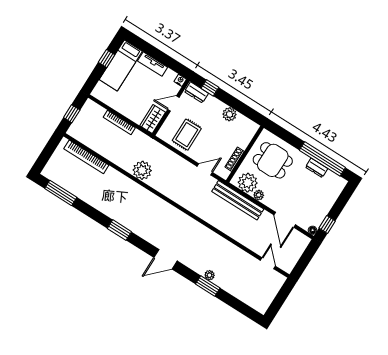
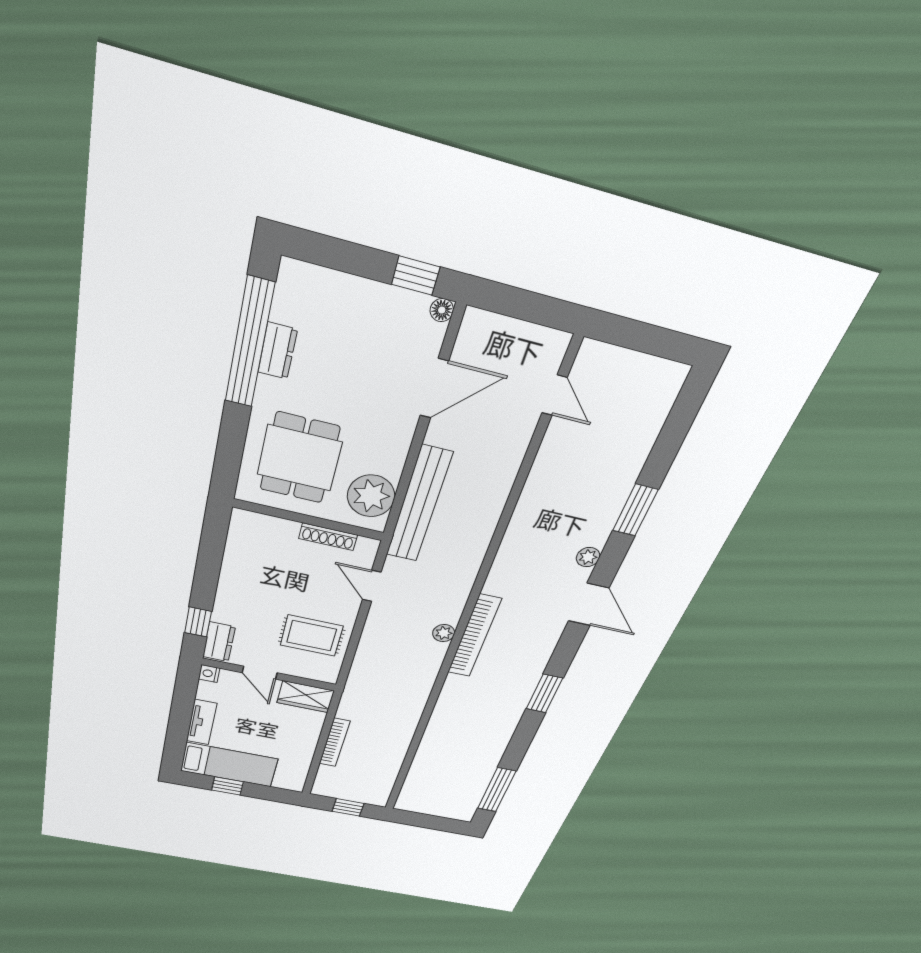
plant: (229, 114) -> (235, 573), removed
bookcase: (86, 157) -> (474, 636), moved
plant: (142, 170) -> (444, 633), moved, width x0.53, depth x0.53
plant: (259, 195) -> (392, 465), removed
door: (268, 263) -> (555, 395), swing flipped
plant: (210, 275) -> (588, 557), moved

